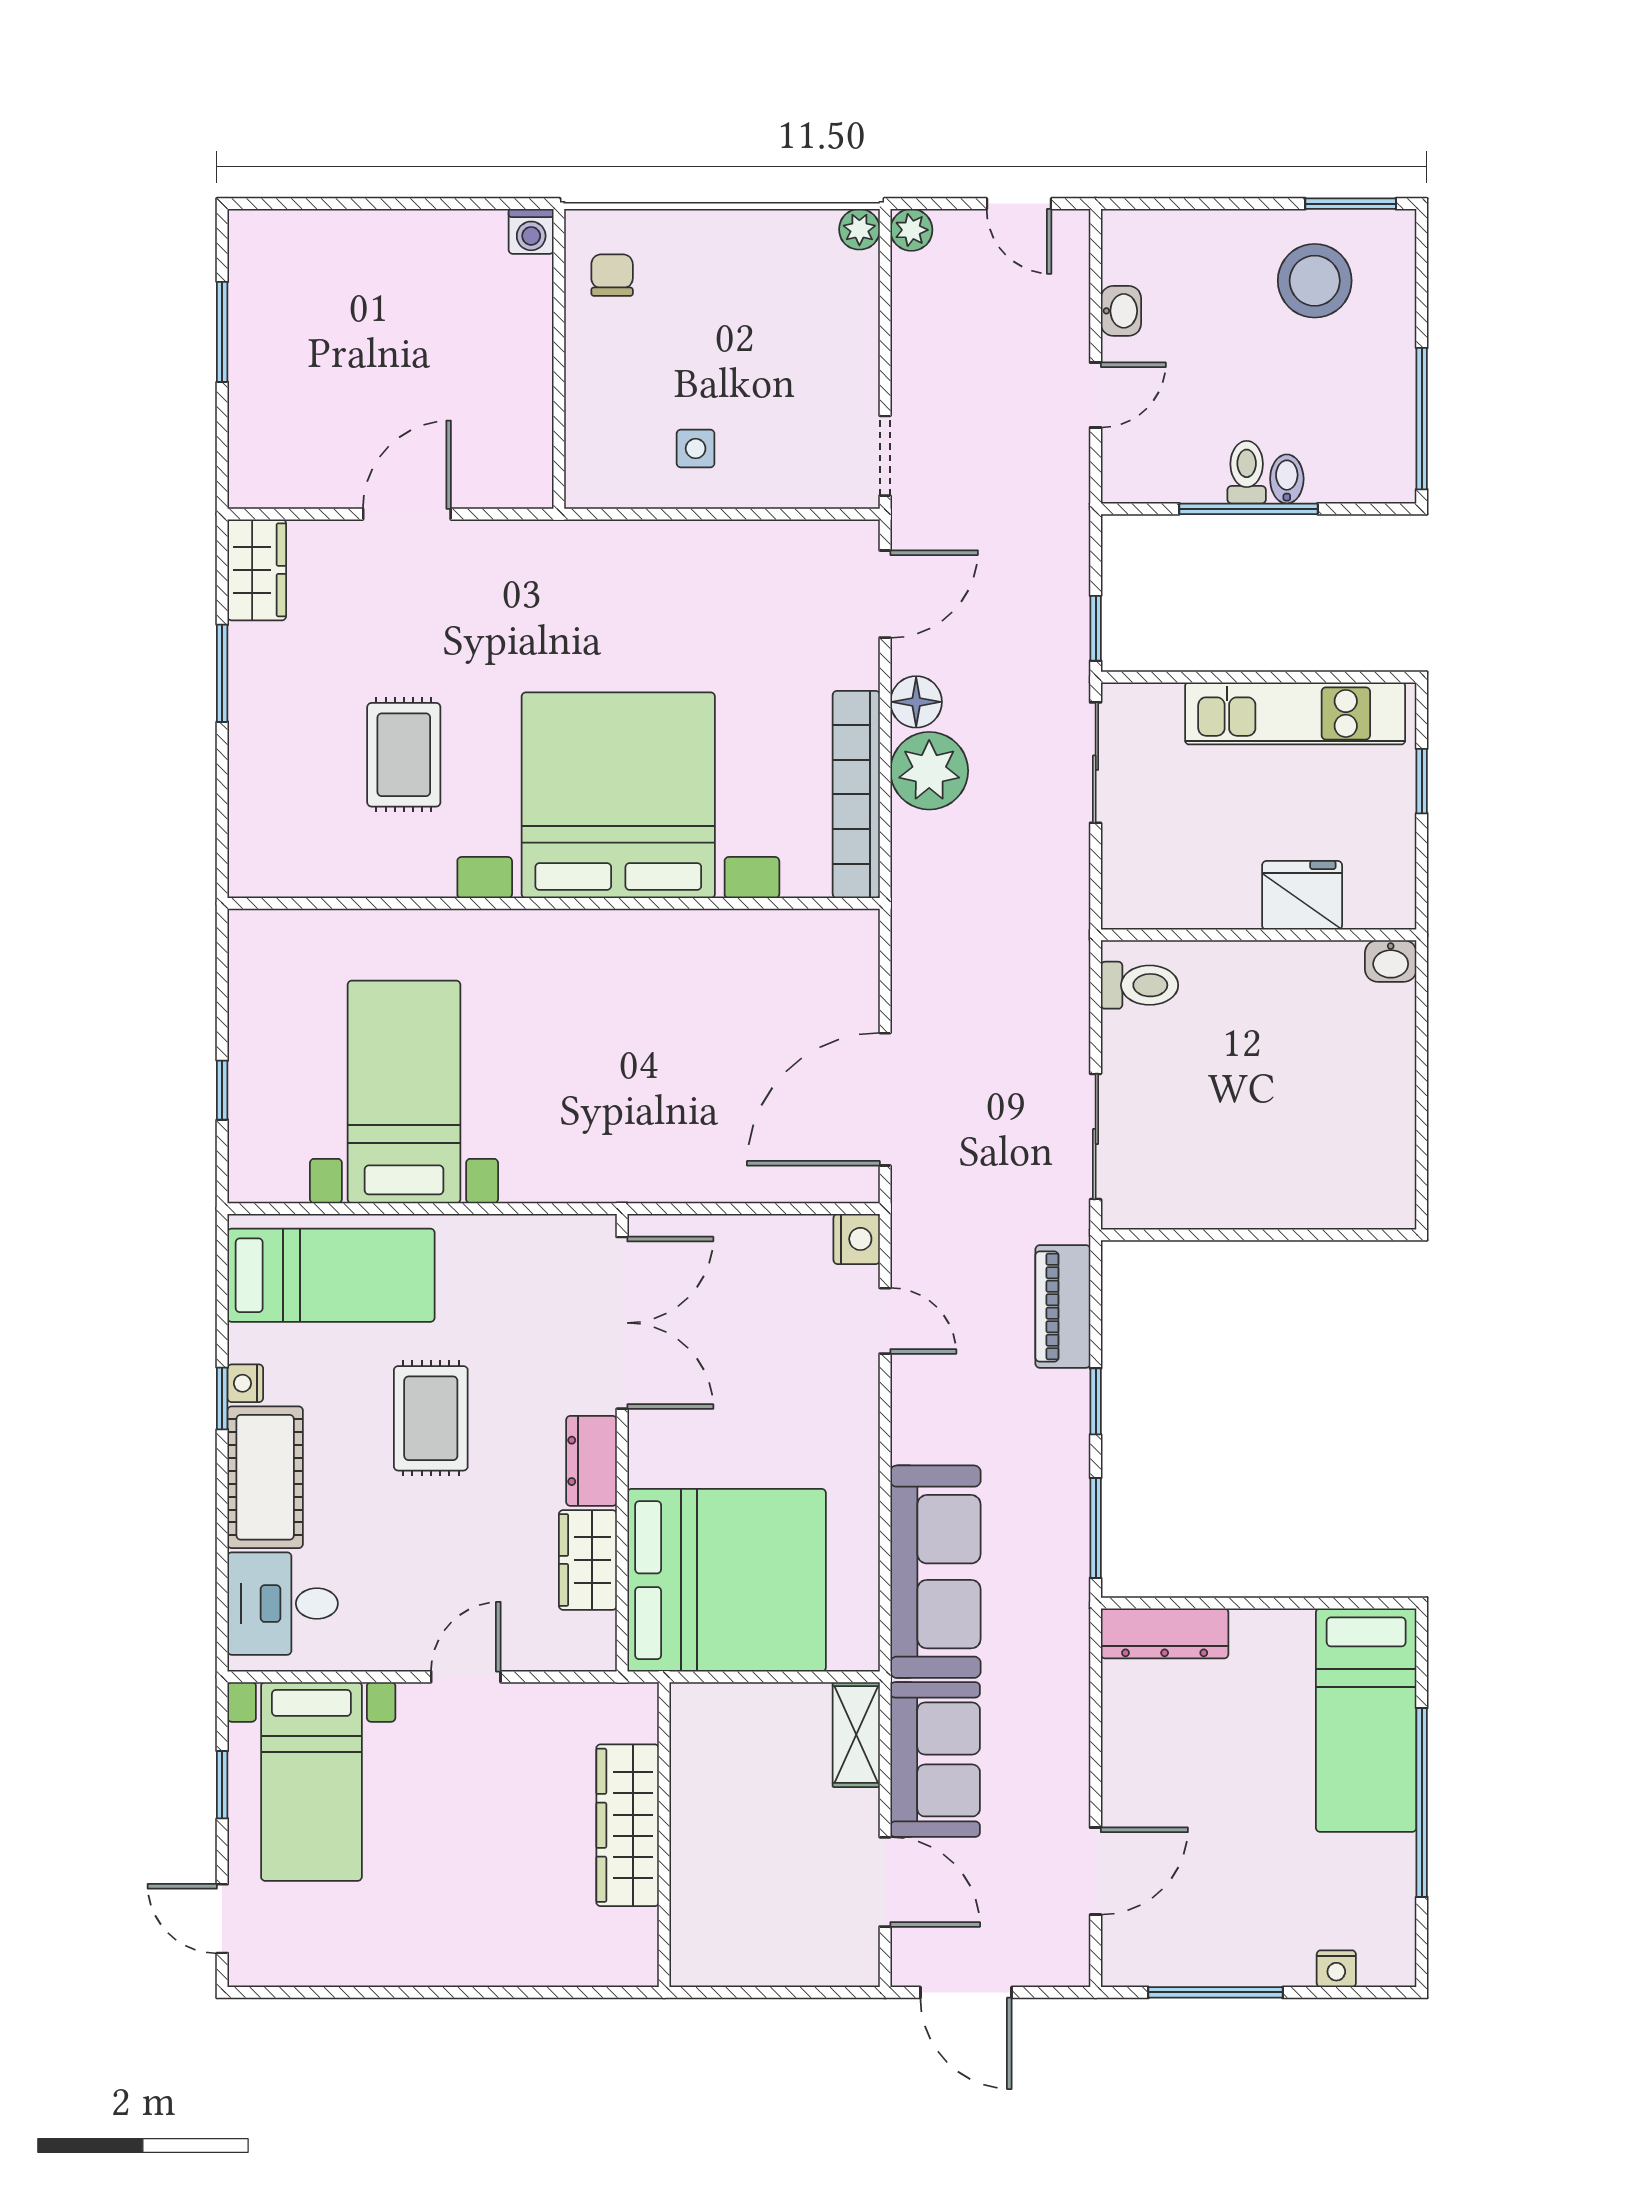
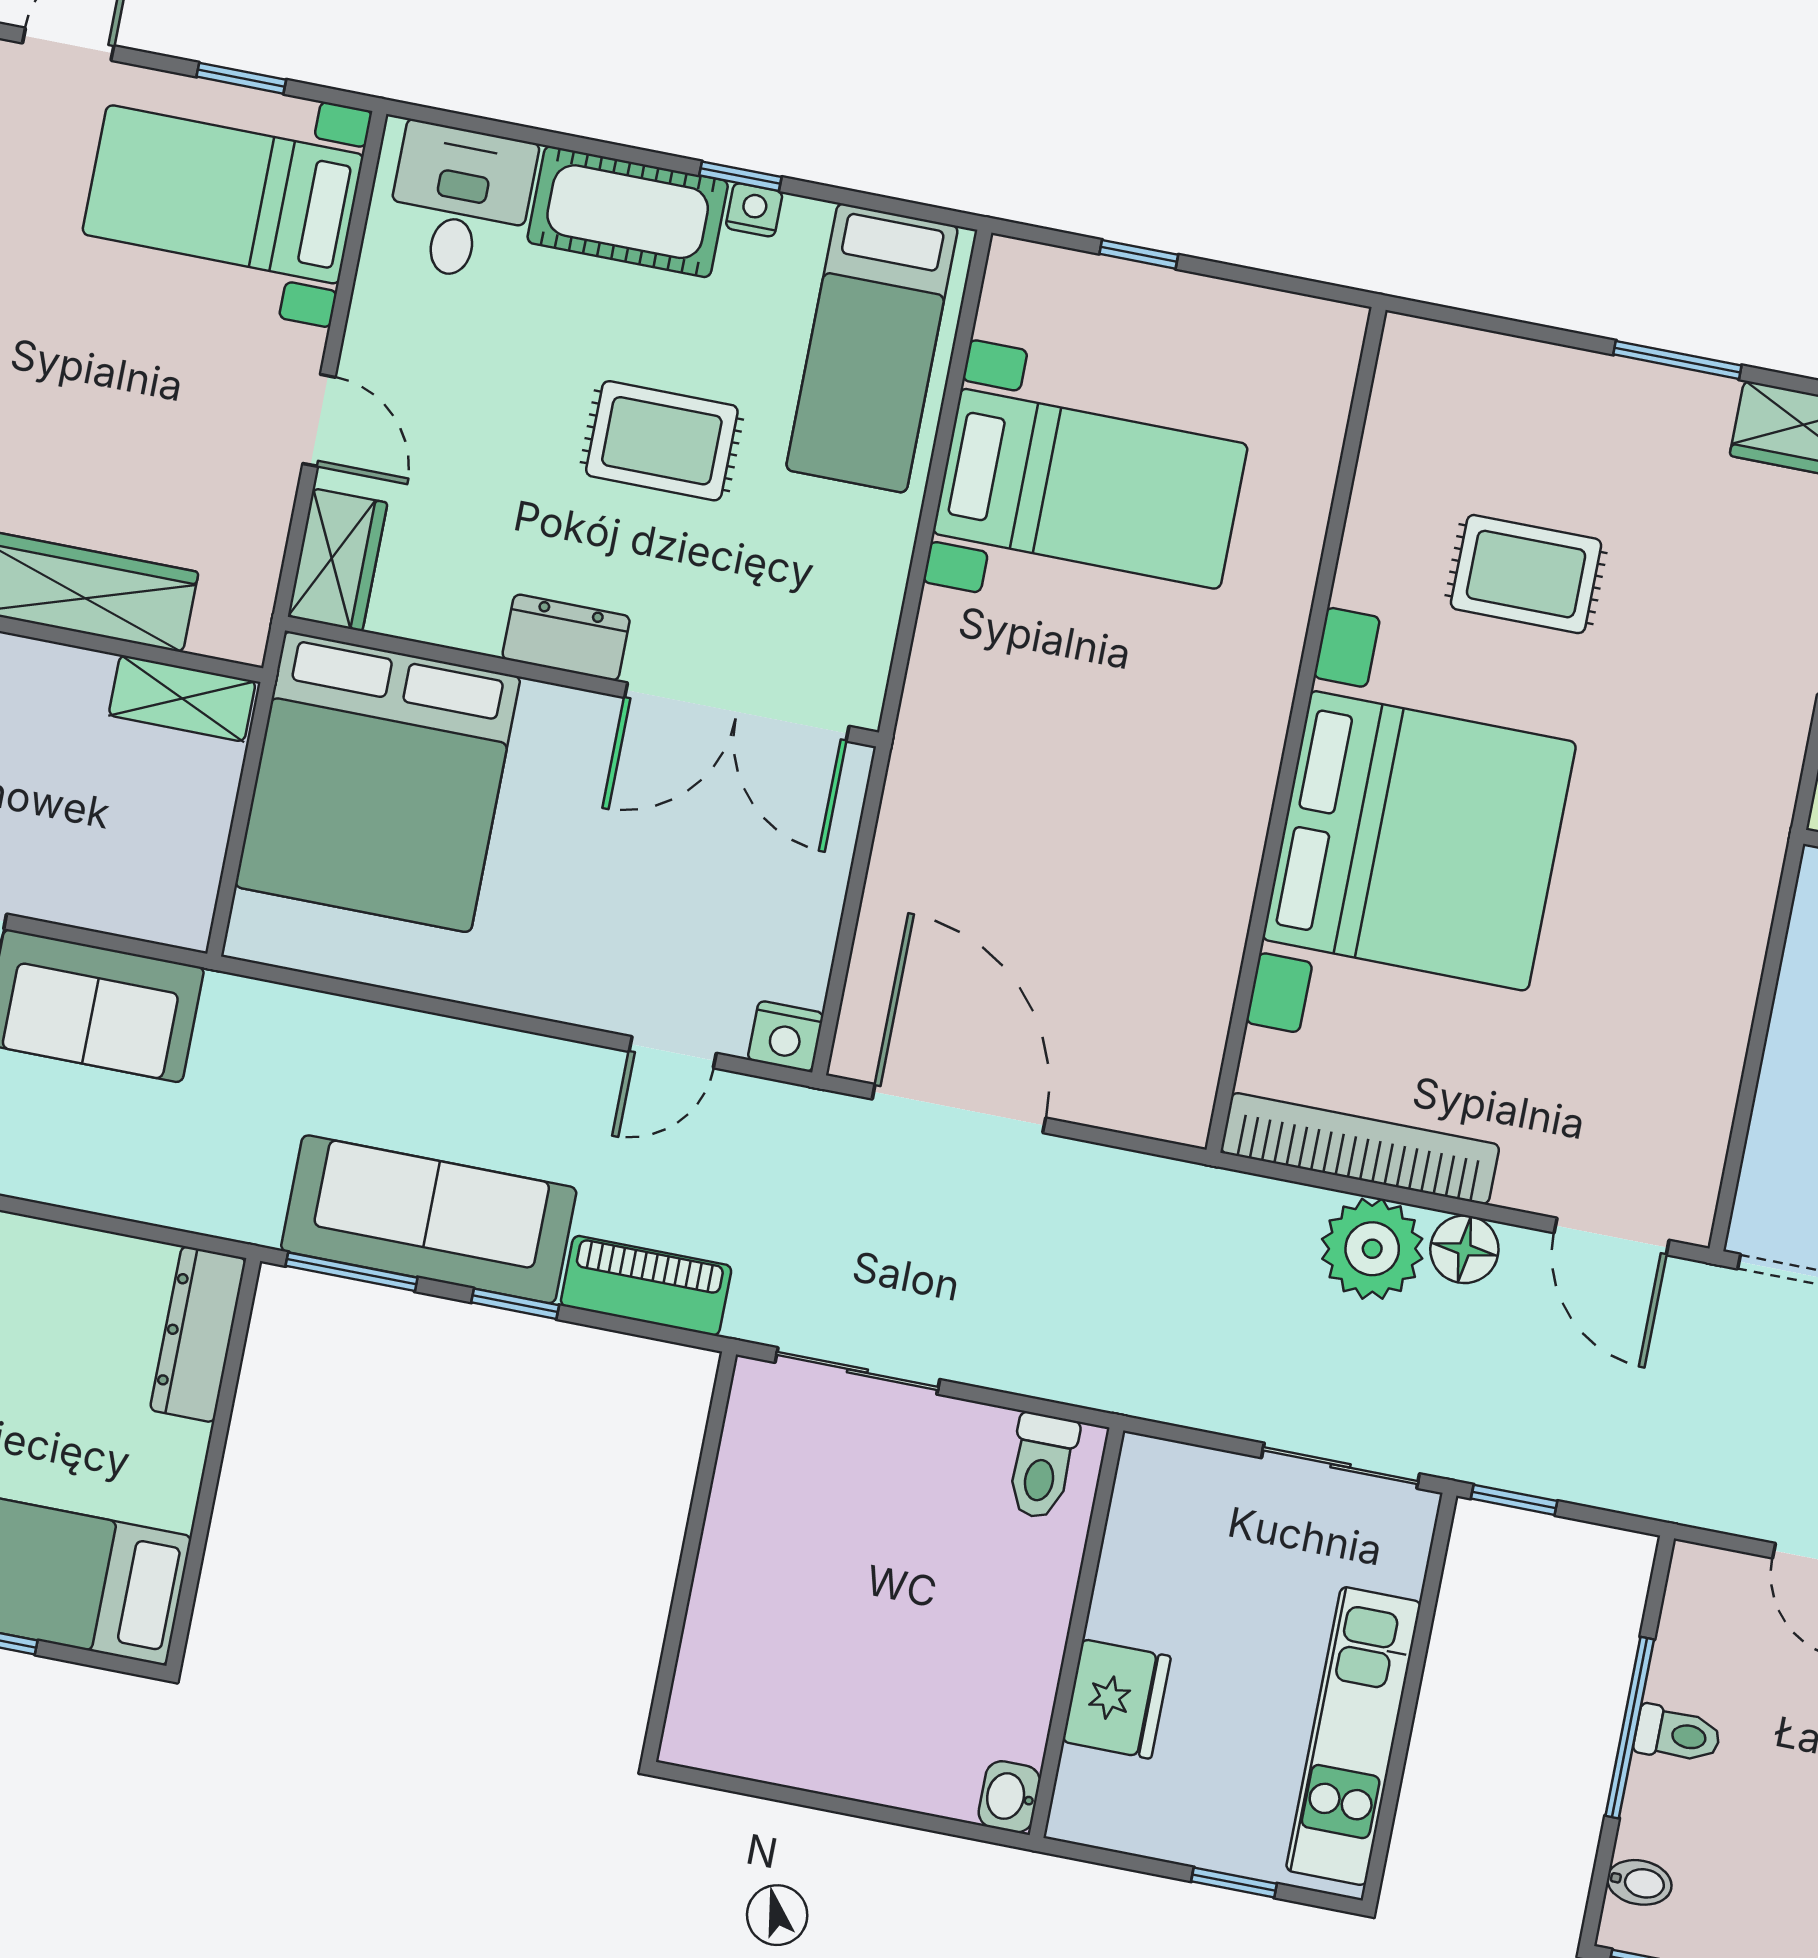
bidet: (1287, 479) -> (1639, 1882), moved
wardrobe: (588, 1560) -> (338, 560), moved, turned 90
sofa: (935, 1572) -> (429, 1219), moved, turned 180
shelving: (856, 1735) -> (182, 698), moved

